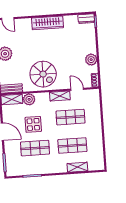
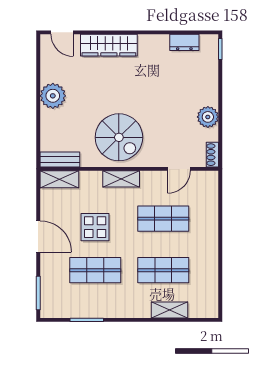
dresser: (86, 19) -> (184, 42), moved
wardrobe: (47, 23) -> (109, 45), moved
door: (77, 89) -> (179, 169), swing flipped
shelving: (60, 96) -> (121, 179), moved
plant: (29, 99) -> (91, 181), removed

